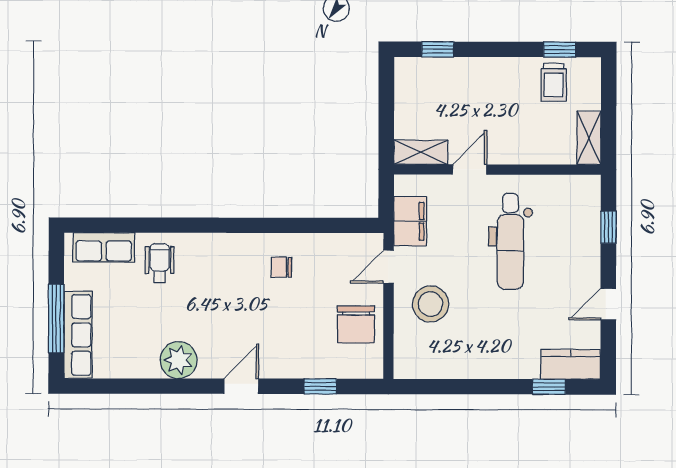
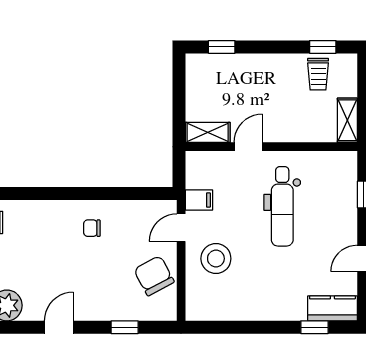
filing cabinet: (410, 221) -> (199, 200), width x0.50
chair: (356, 325) -> (154, 276), turned 152

